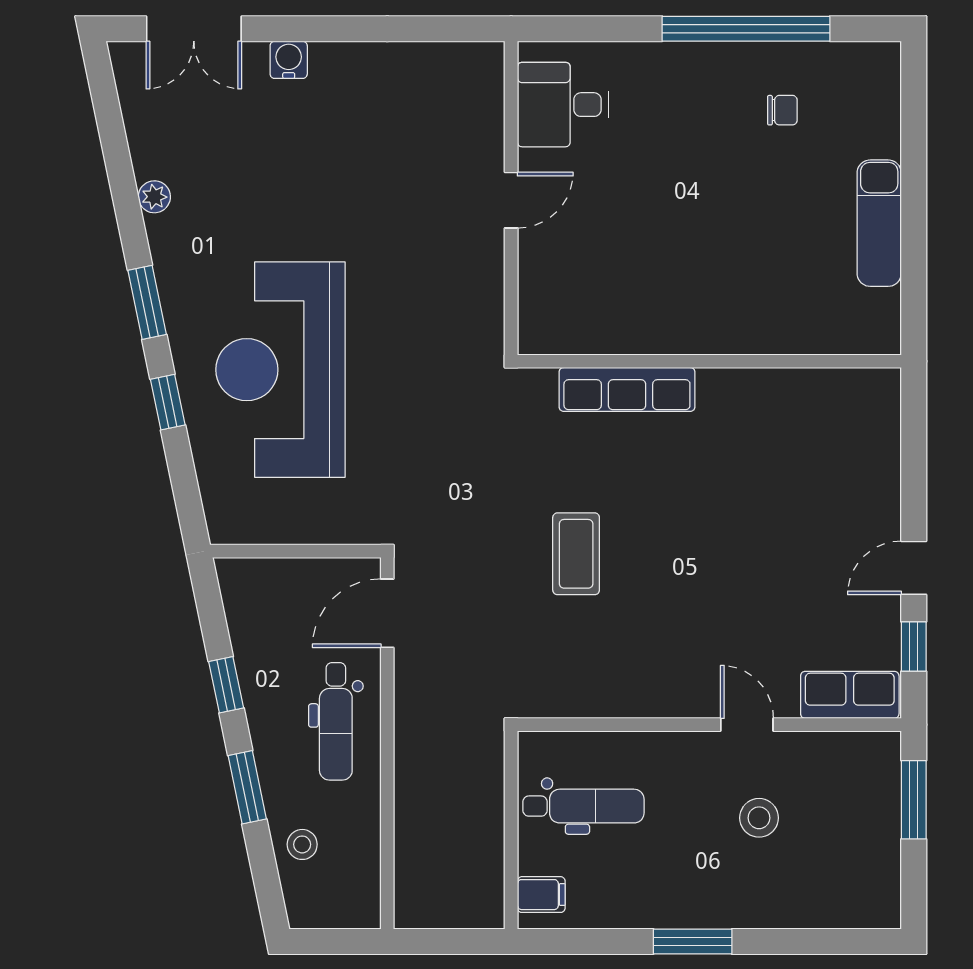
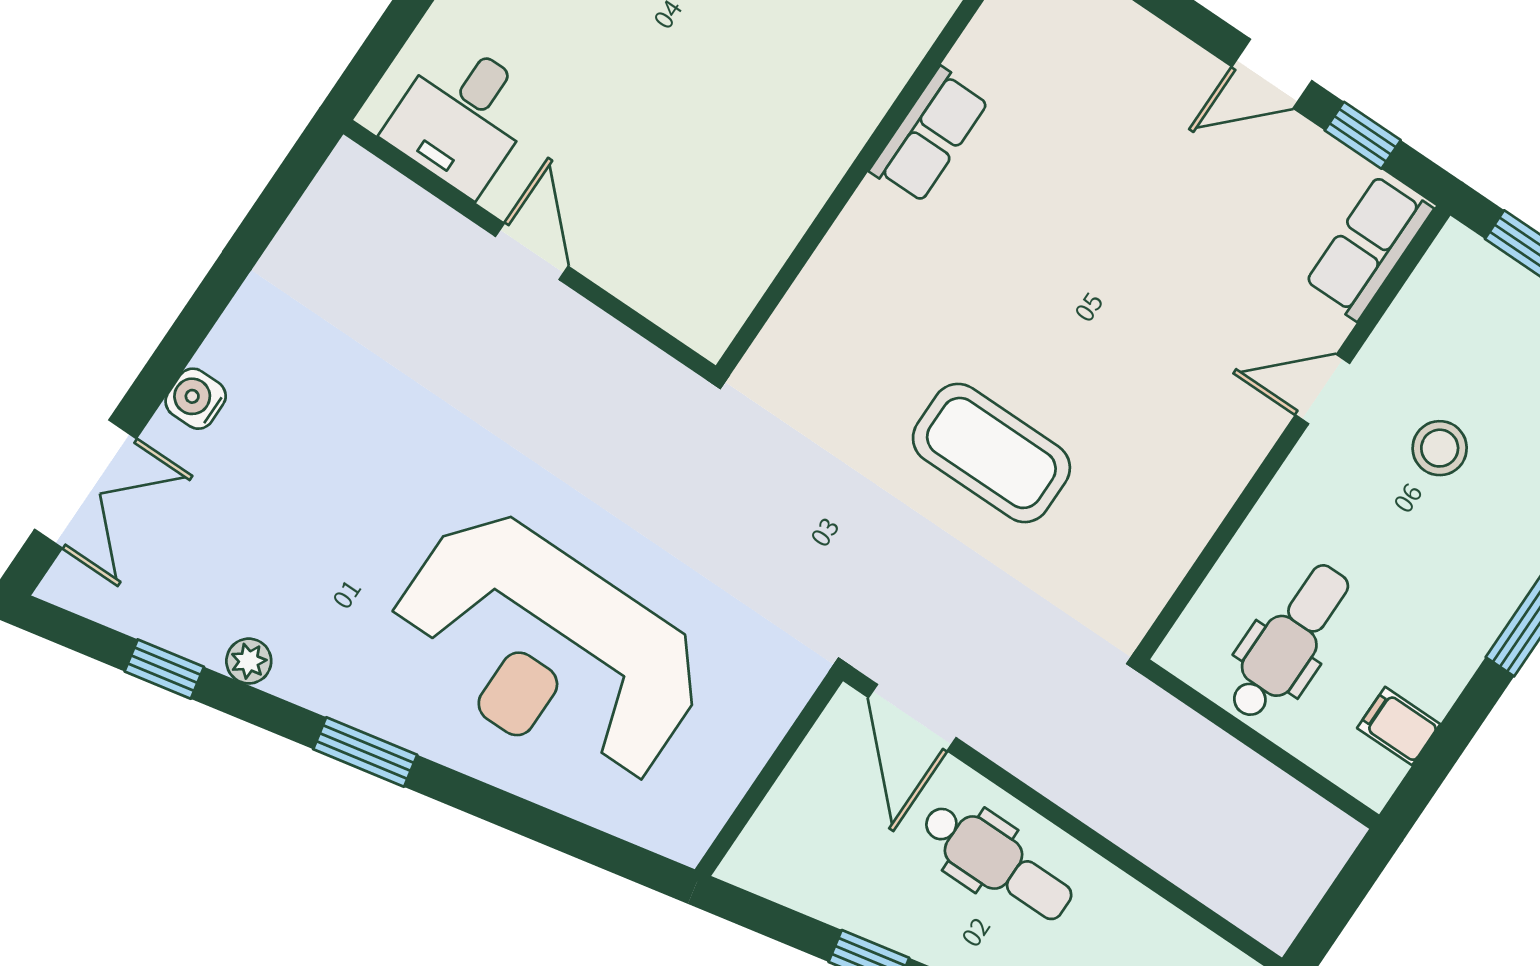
row of seats: (627, 389) -> (929, 135), moved, width x0.68
window: (168, 402) -> (164, 669), moved
coffee table: (576, 554) -> (991, 453), width x1.36, depth x1.32
door: (914, 568) -> (1272, 74), hinge flipped
filing cabinet: (541, 895) -> (1399, 726), moved, turned -90

